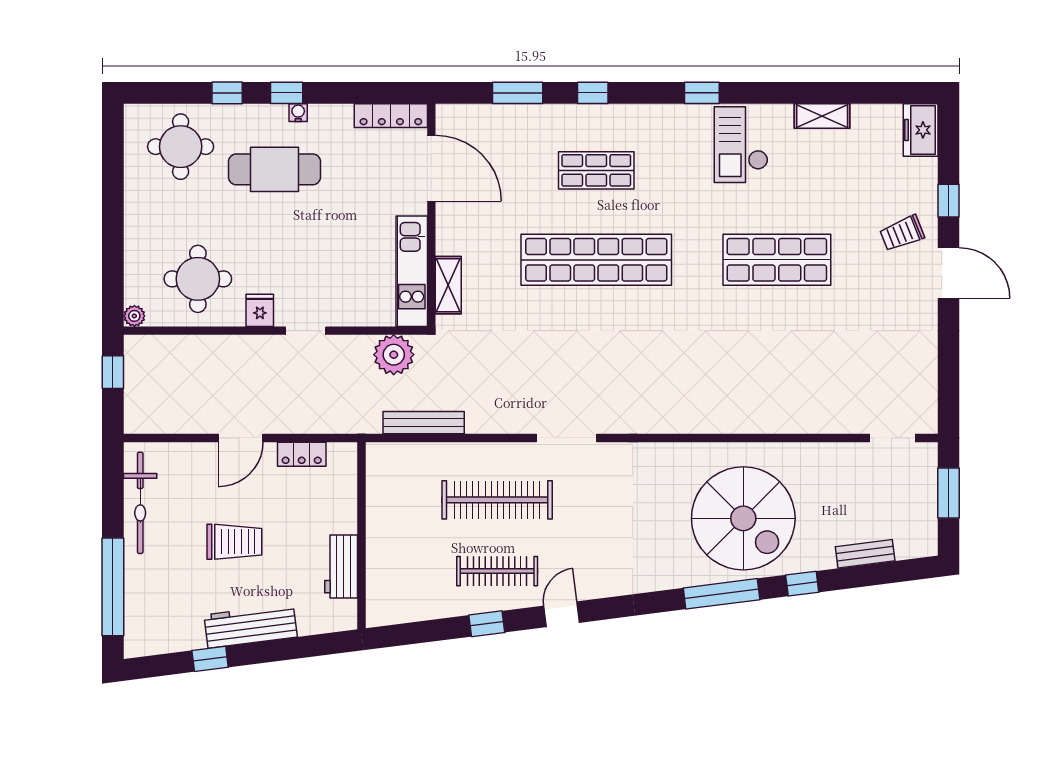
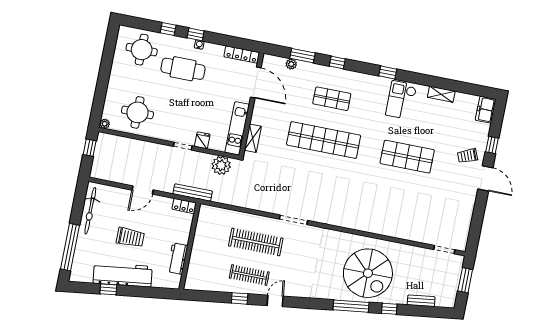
plant: (498, 115) -> (291, 64), added
fridge: (260, 310) -> (202, 140), moved
bench: (424, 423) -> (193, 192), moved
locker: (302, 454) -> (184, 206), moved
workbench: (251, 626) -> (123, 275), width x1.36, depth x1.32

